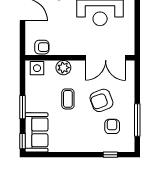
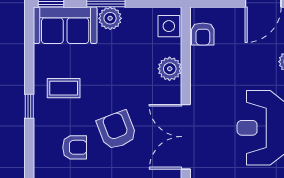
coffee table: (68, 99) -> (64, 88), moved
plant: (32, 105) -> (110, 18), added
window: (110, 155) -> (29, 106), moved

